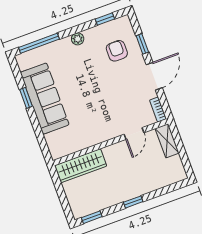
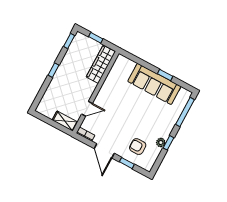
window: (105, 19) -> (169, 143), moved
plant: (78, 39) -> (161, 143), moved
armchair: (117, 51) -> (138, 147), turned 180
door: (134, 134) -> (87, 109), swing flipped
window: (62, 197) -> (96, 38), added

